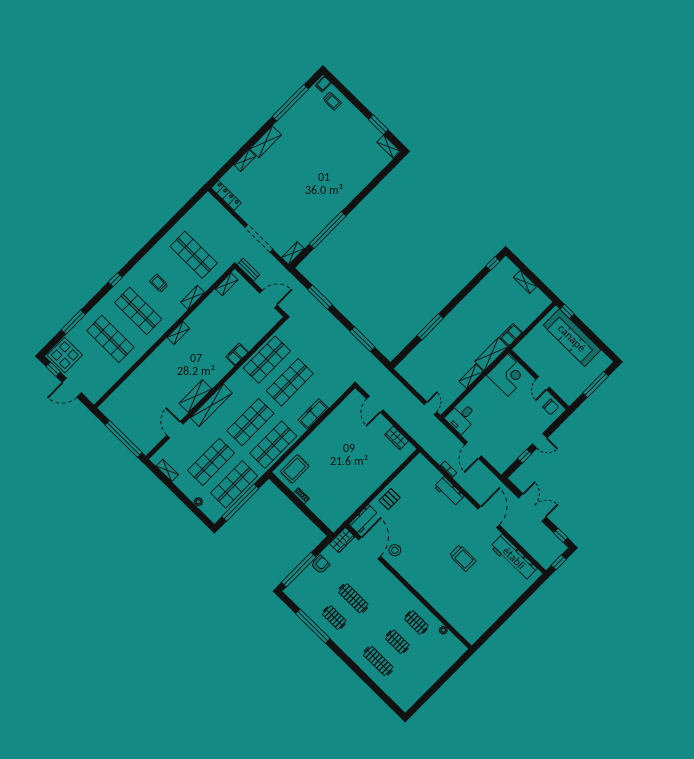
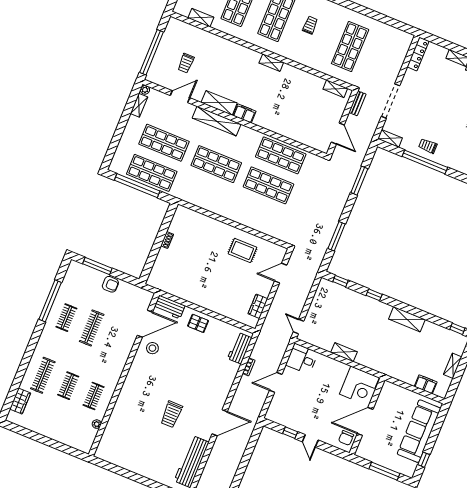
trolley: (314, 221) -> (428, 146), added
shelving: (193, 297) -> (201, 18), moved
window: (567, 311) -> (424, 460), moved
window: (430, 327) -> (374, 295), width x0.46
filing cabinet: (511, 335) -> (426, 384), moved
window: (405, 353) -> (341, 281), added
filing cabinet: (237, 354) -> (244, 113), moved
shelving: (491, 354) -> (407, 319), moved
door: (543, 383) -> (365, 421), width x1.87
door: (430, 408) -> (299, 327), swing flipped
trolley: (146, 411) -> (186, 63), added
freezer: (313, 414) -> (248, 220), removed
shop shelf: (273, 445) -> (204, 194), removed
rug: (295, 469) -> (242, 250), moved
workbench: (449, 491) -> (240, 348), moved
plant: (198, 502) -> (145, 90), moved
double door: (532, 507) -> (245, 460), removed
wardrobe: (342, 540) -> (20, 401), moved, turned -90
window: (299, 570) -> (97, 266), width x0.68

